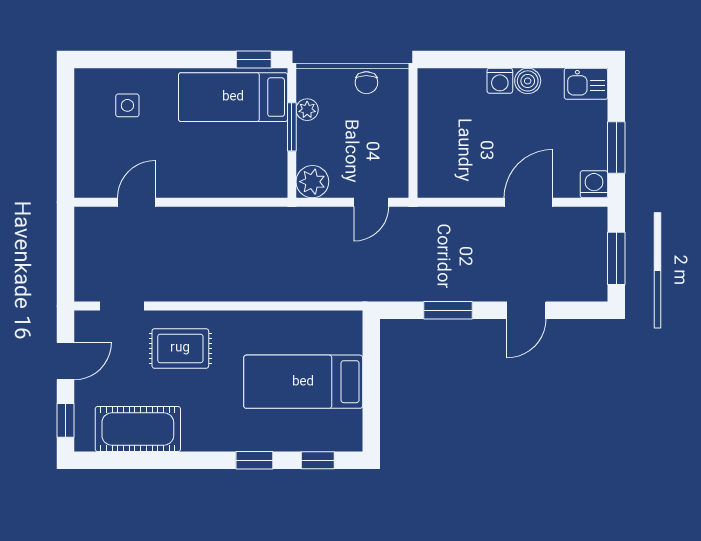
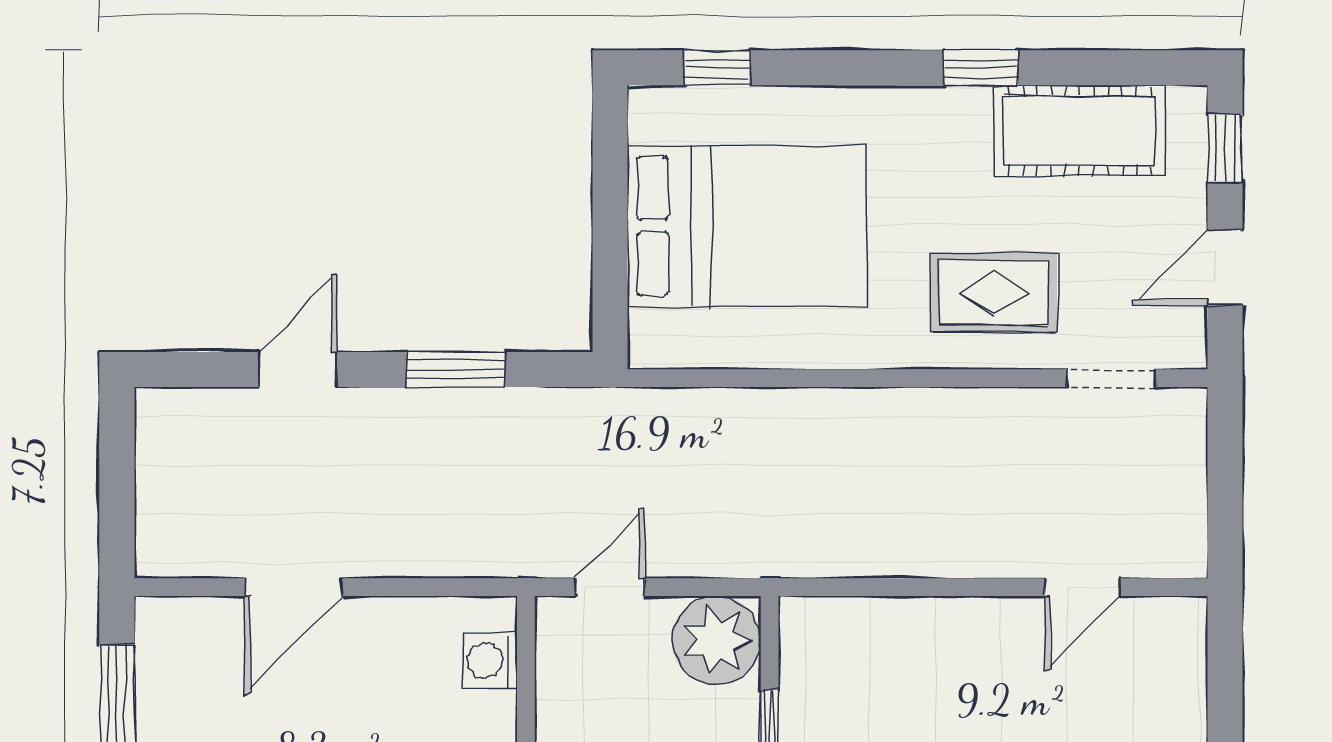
plant: (312, 182) -> (716, 640), width x1.36, depth x1.36
washing machine: (594, 184) -> (490, 660), moved, turned 90
window: (616, 258) -> (117, 474), removed
bed: (303, 382) -> (747, 226), width x1.50
window: (254, 460) -> (981, 68), moved

